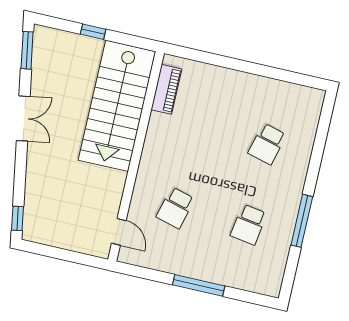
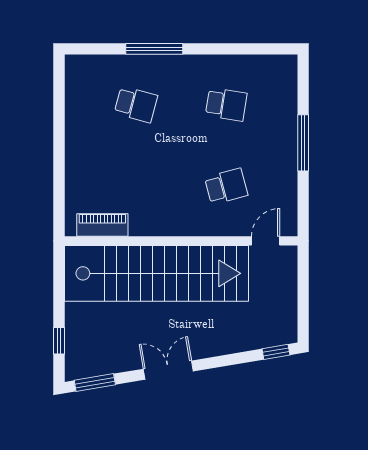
window: (93, 32) -> (59, 341), moved
stairs: (117, 106) -> (156, 273), width x1.36
school desk: (176, 208) -> (226, 186), turned -30
window: (302, 221) -> (154, 49), moved

